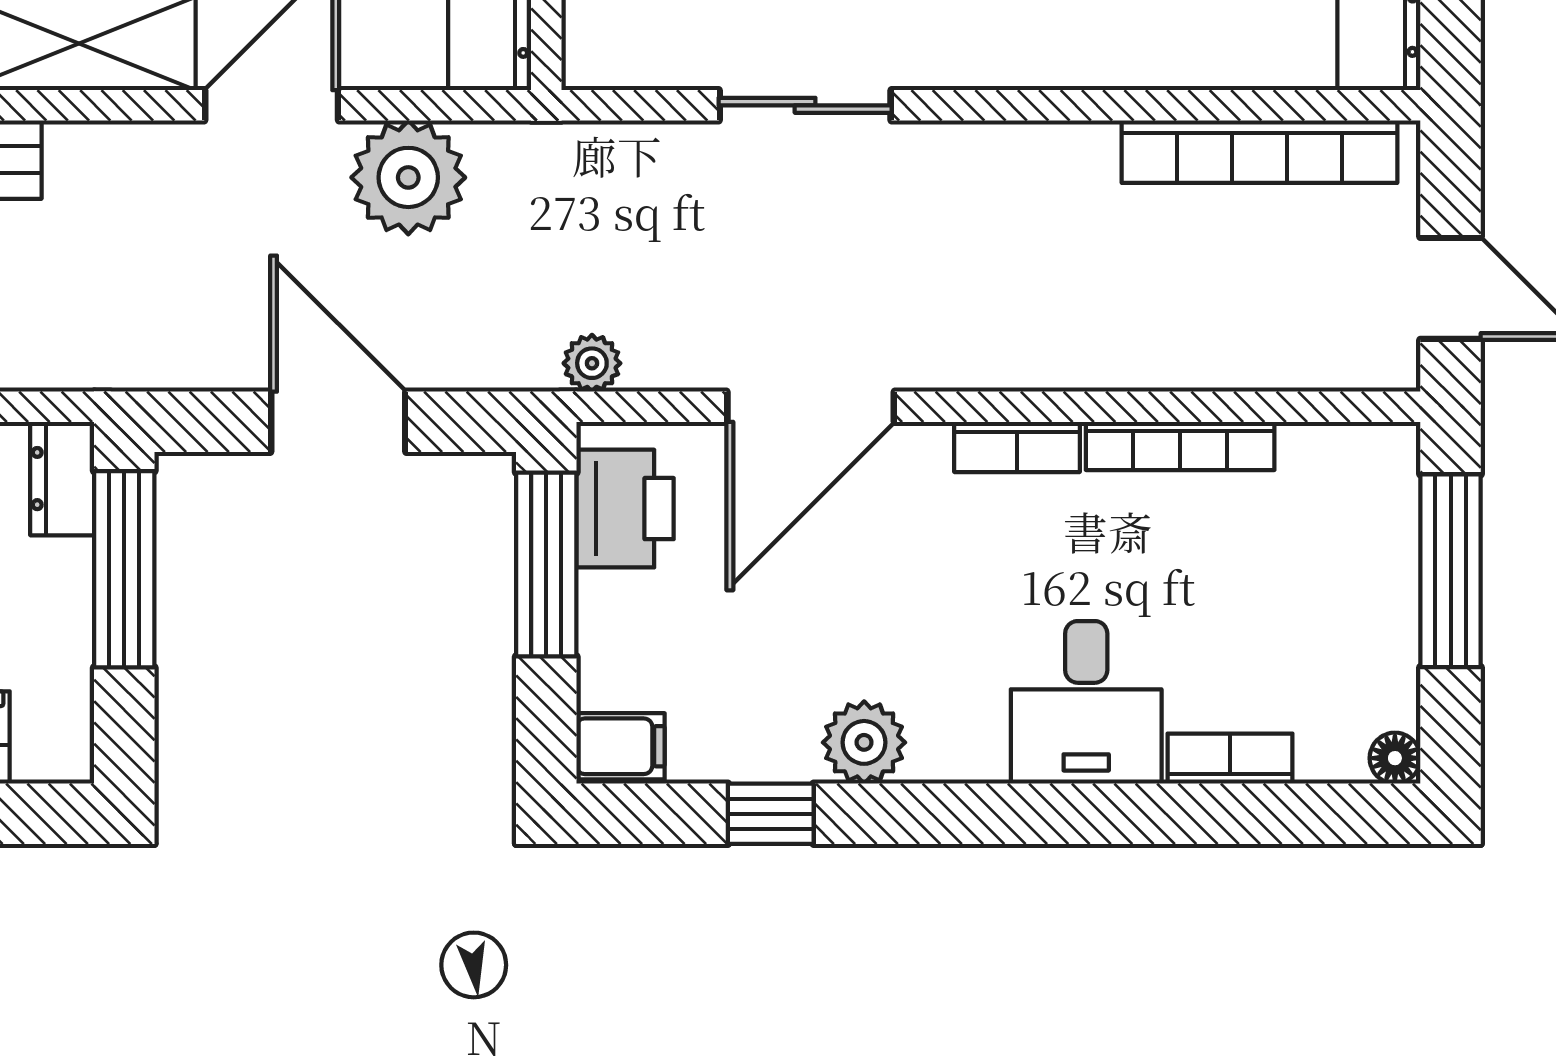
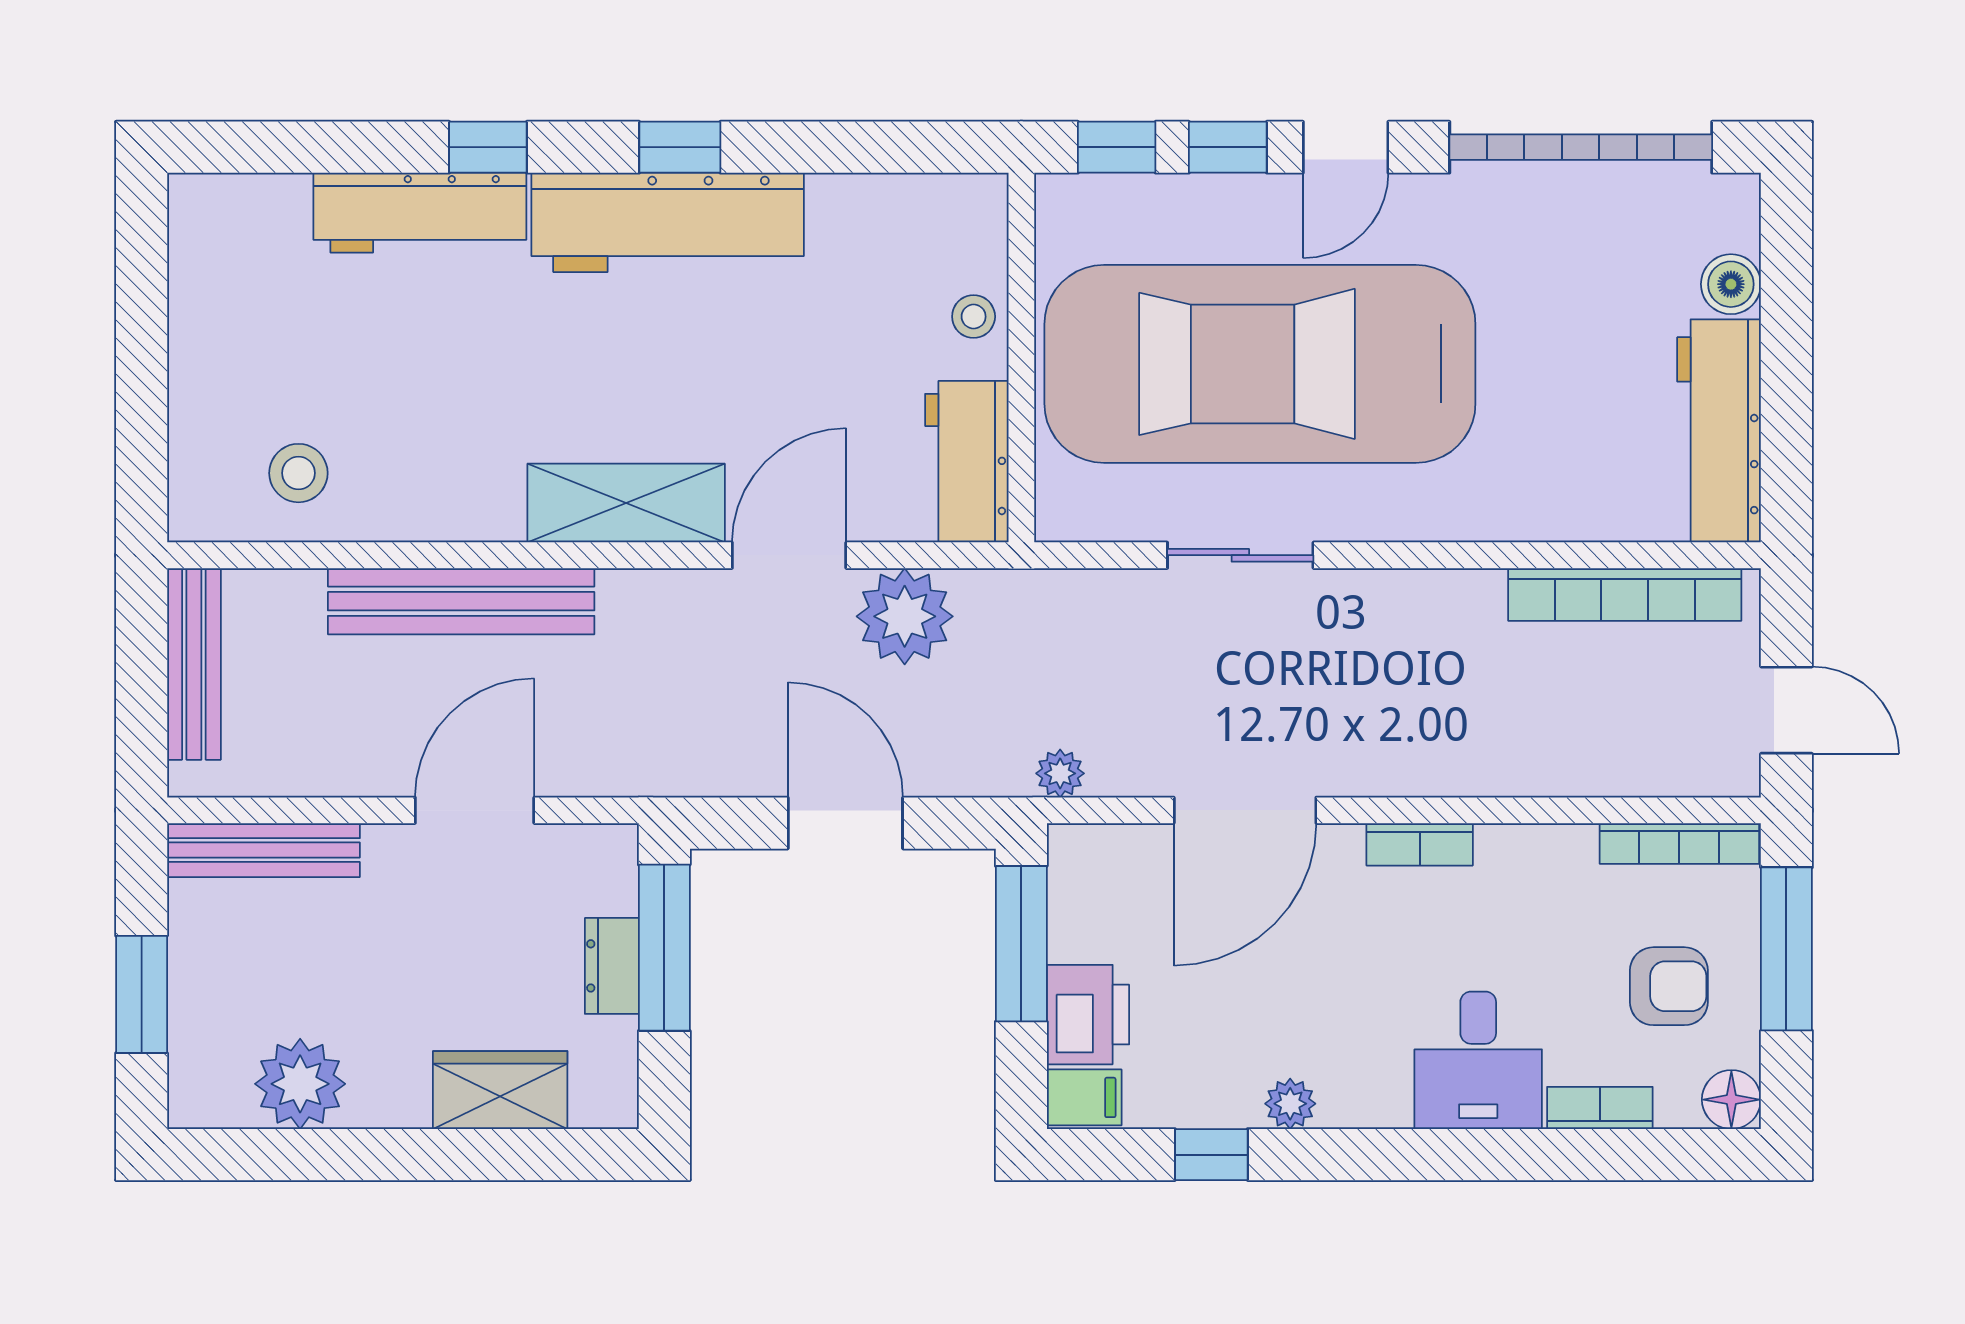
bookcase: (1180, 446) -> (1679, 843), moved
dresser: (62, 479) -> (612, 966), moved
printer: (625, 509) -> (1088, 1015), moved
armchair: (1312, 615) -> (1669, 986), added
plant: (864, 742) -> (1290, 1104), width x0.73, depth x0.73
floor lamp: (1395, 758) -> (1731, 1100), width x1.37, depth x1.37

